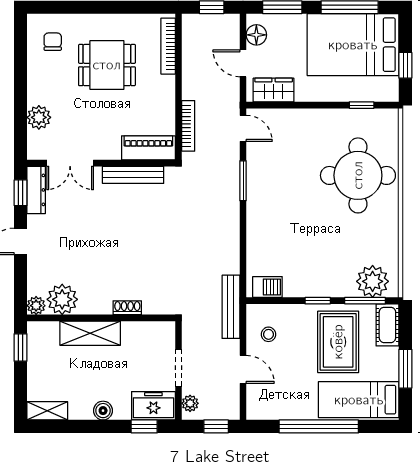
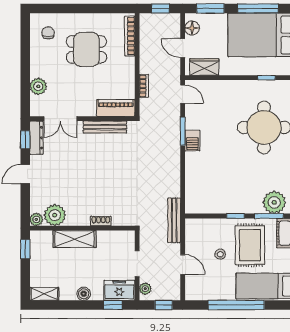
bookcase: (188, 126) -> (144, 86), width x0.64
barbecue: (267, 287) -> (192, 141), moved, turned 90
stool: (268, 334) -> (220, 254), moved

